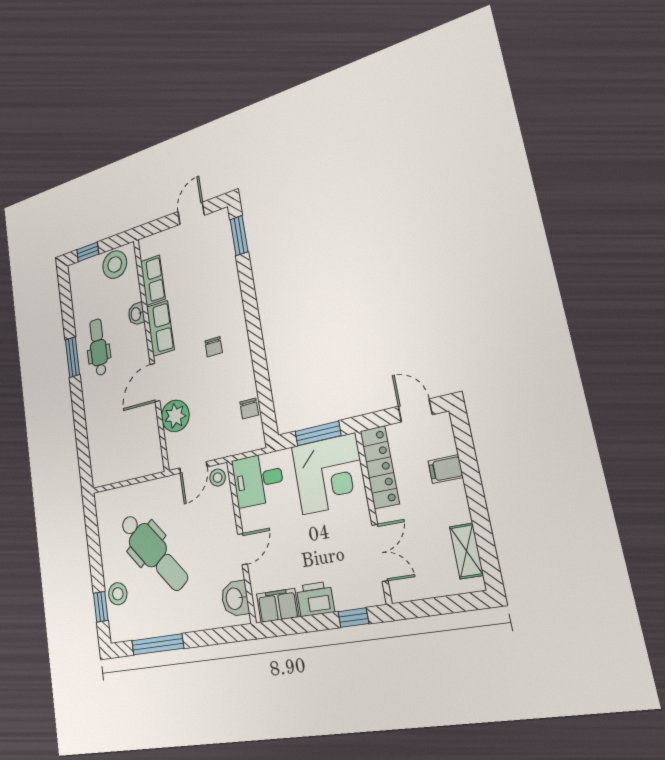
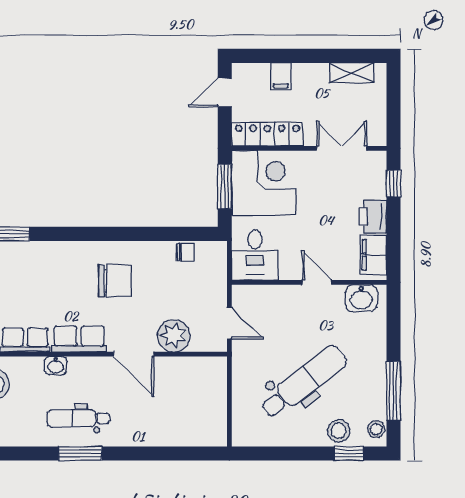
chair: (214, 347) -> (115, 281), width x1.87, depth x1.87
stool: (218, 478) -> (376, 429), moved

